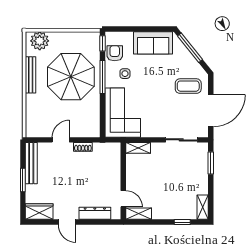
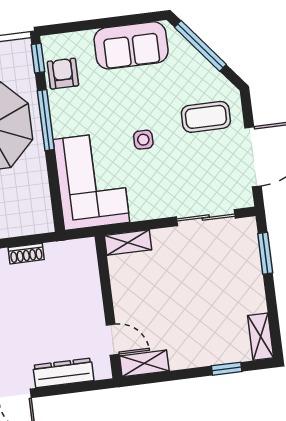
side table: (125, 74) -> (143, 140), moved

